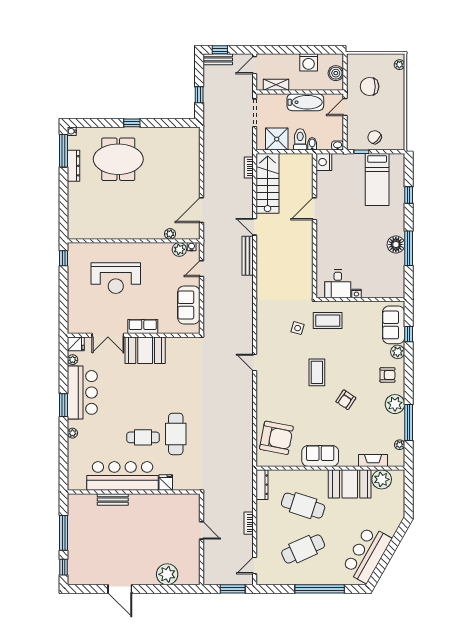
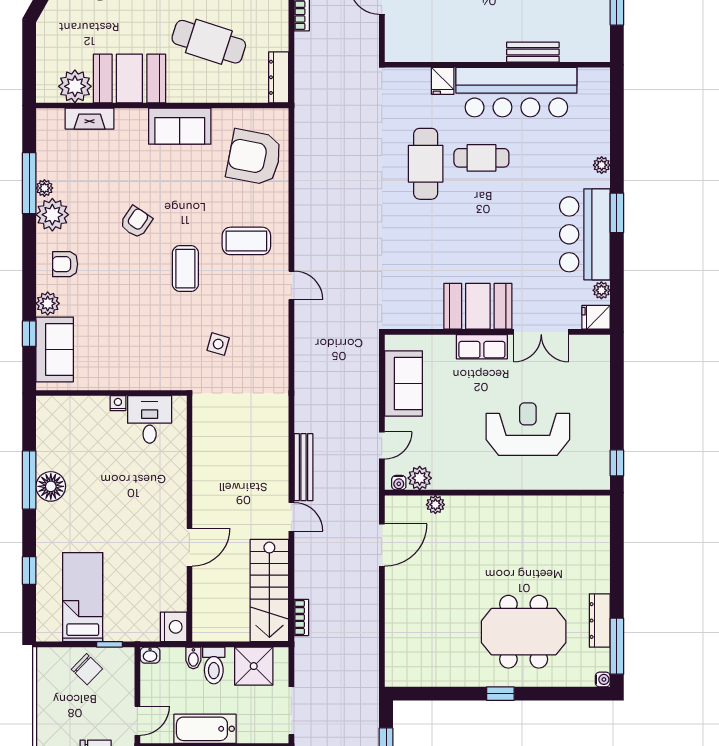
coffee table: (328, 321) -> (246, 241), moved
double door: (108, 335) -> (541, 332), swing flipped
plant: (400, 445) -> (44, 188), moved

